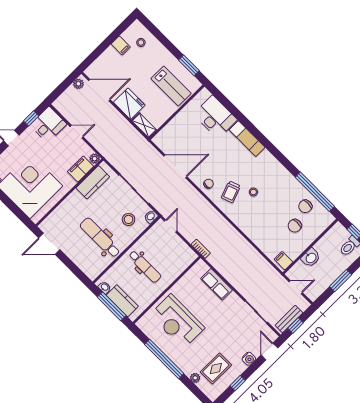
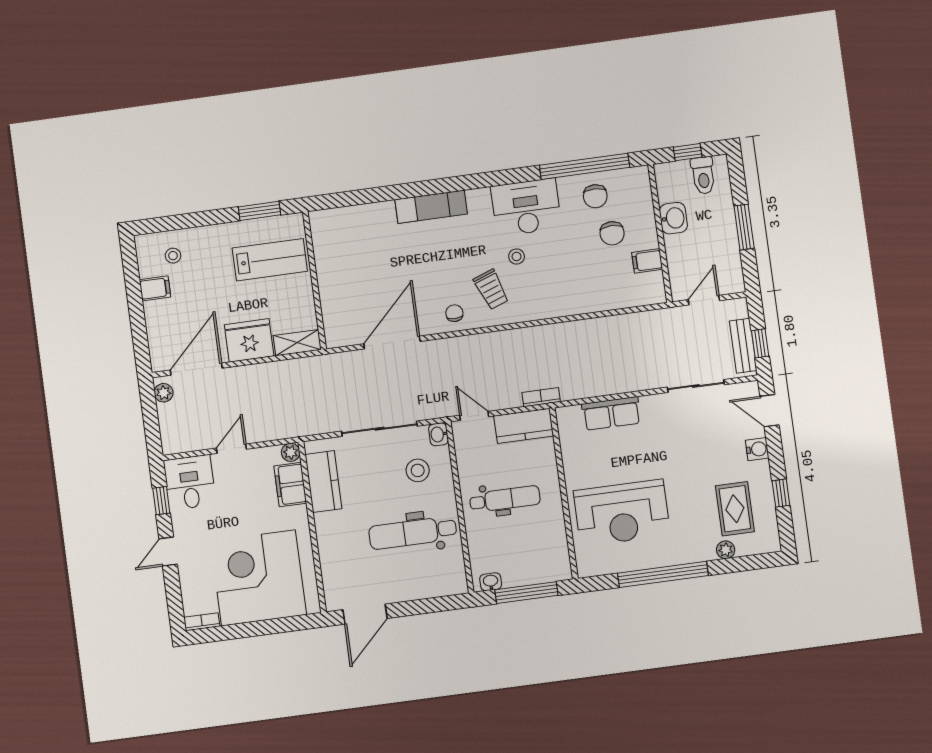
desk: (215, 117) -> (526, 207), moved
washbasin: (311, 258) -> (673, 218), moved
filing cabinet: (283, 261) -> (647, 261), moved
kitchen counter: (122, 301) -> (524, 426), moved, turned 180

